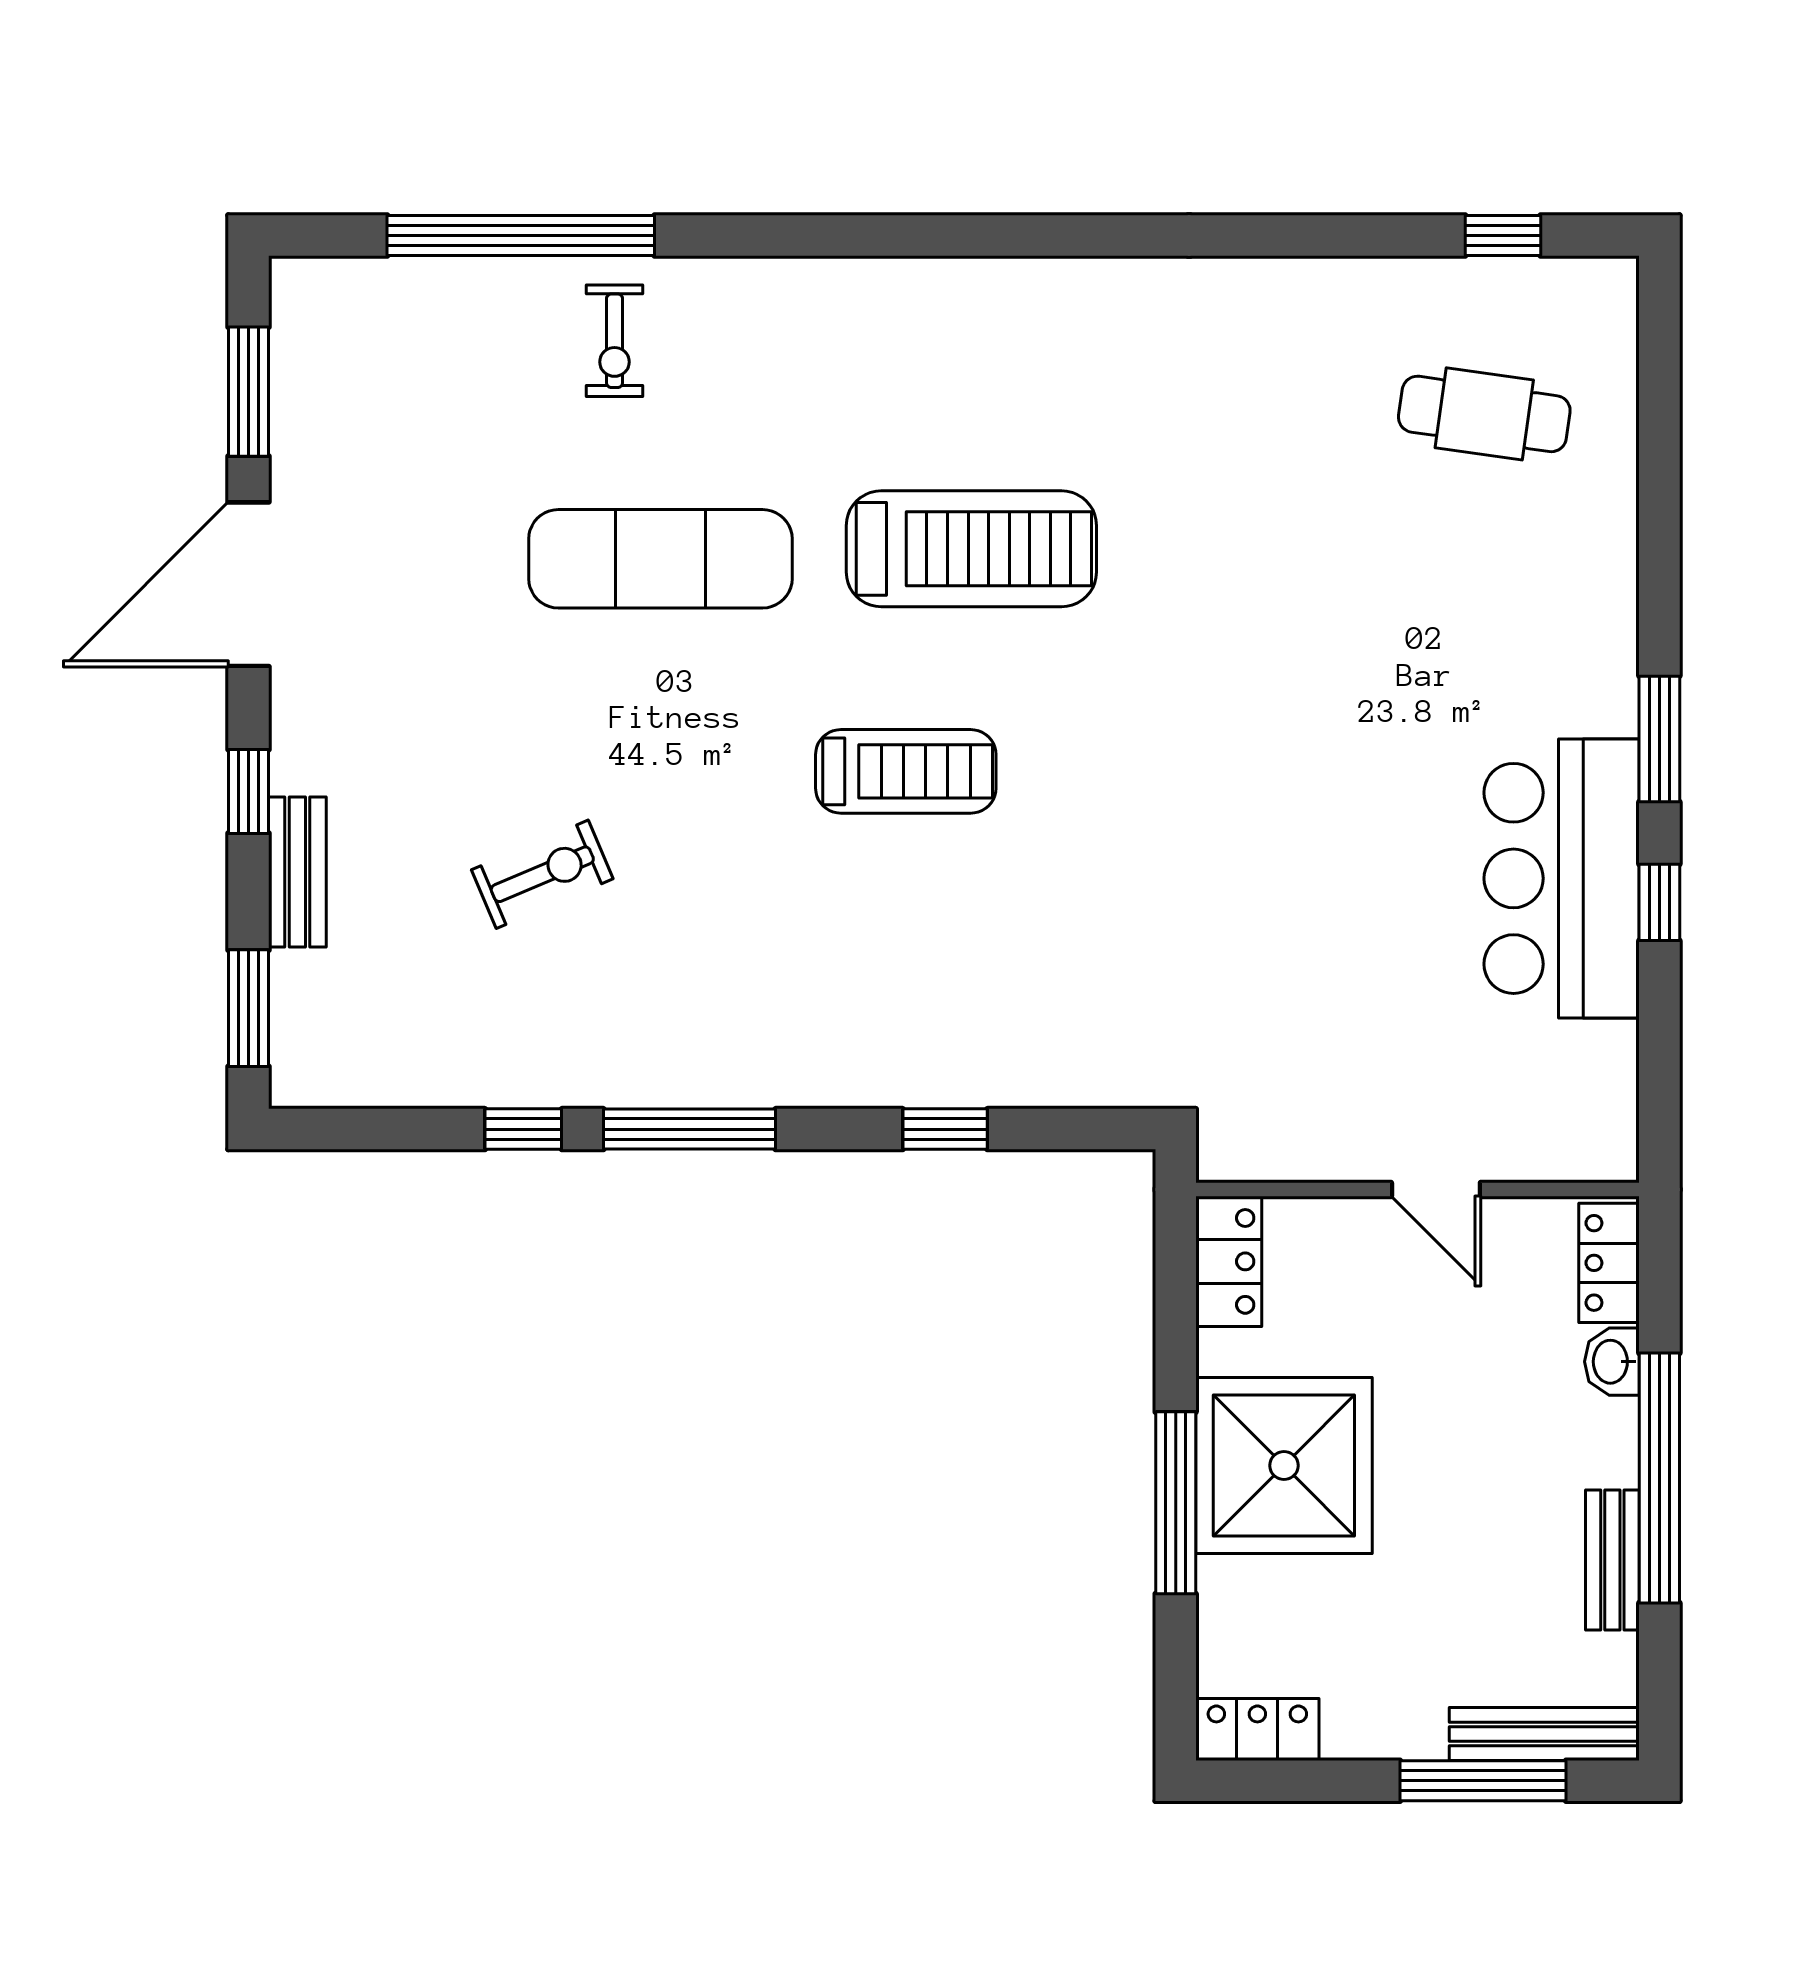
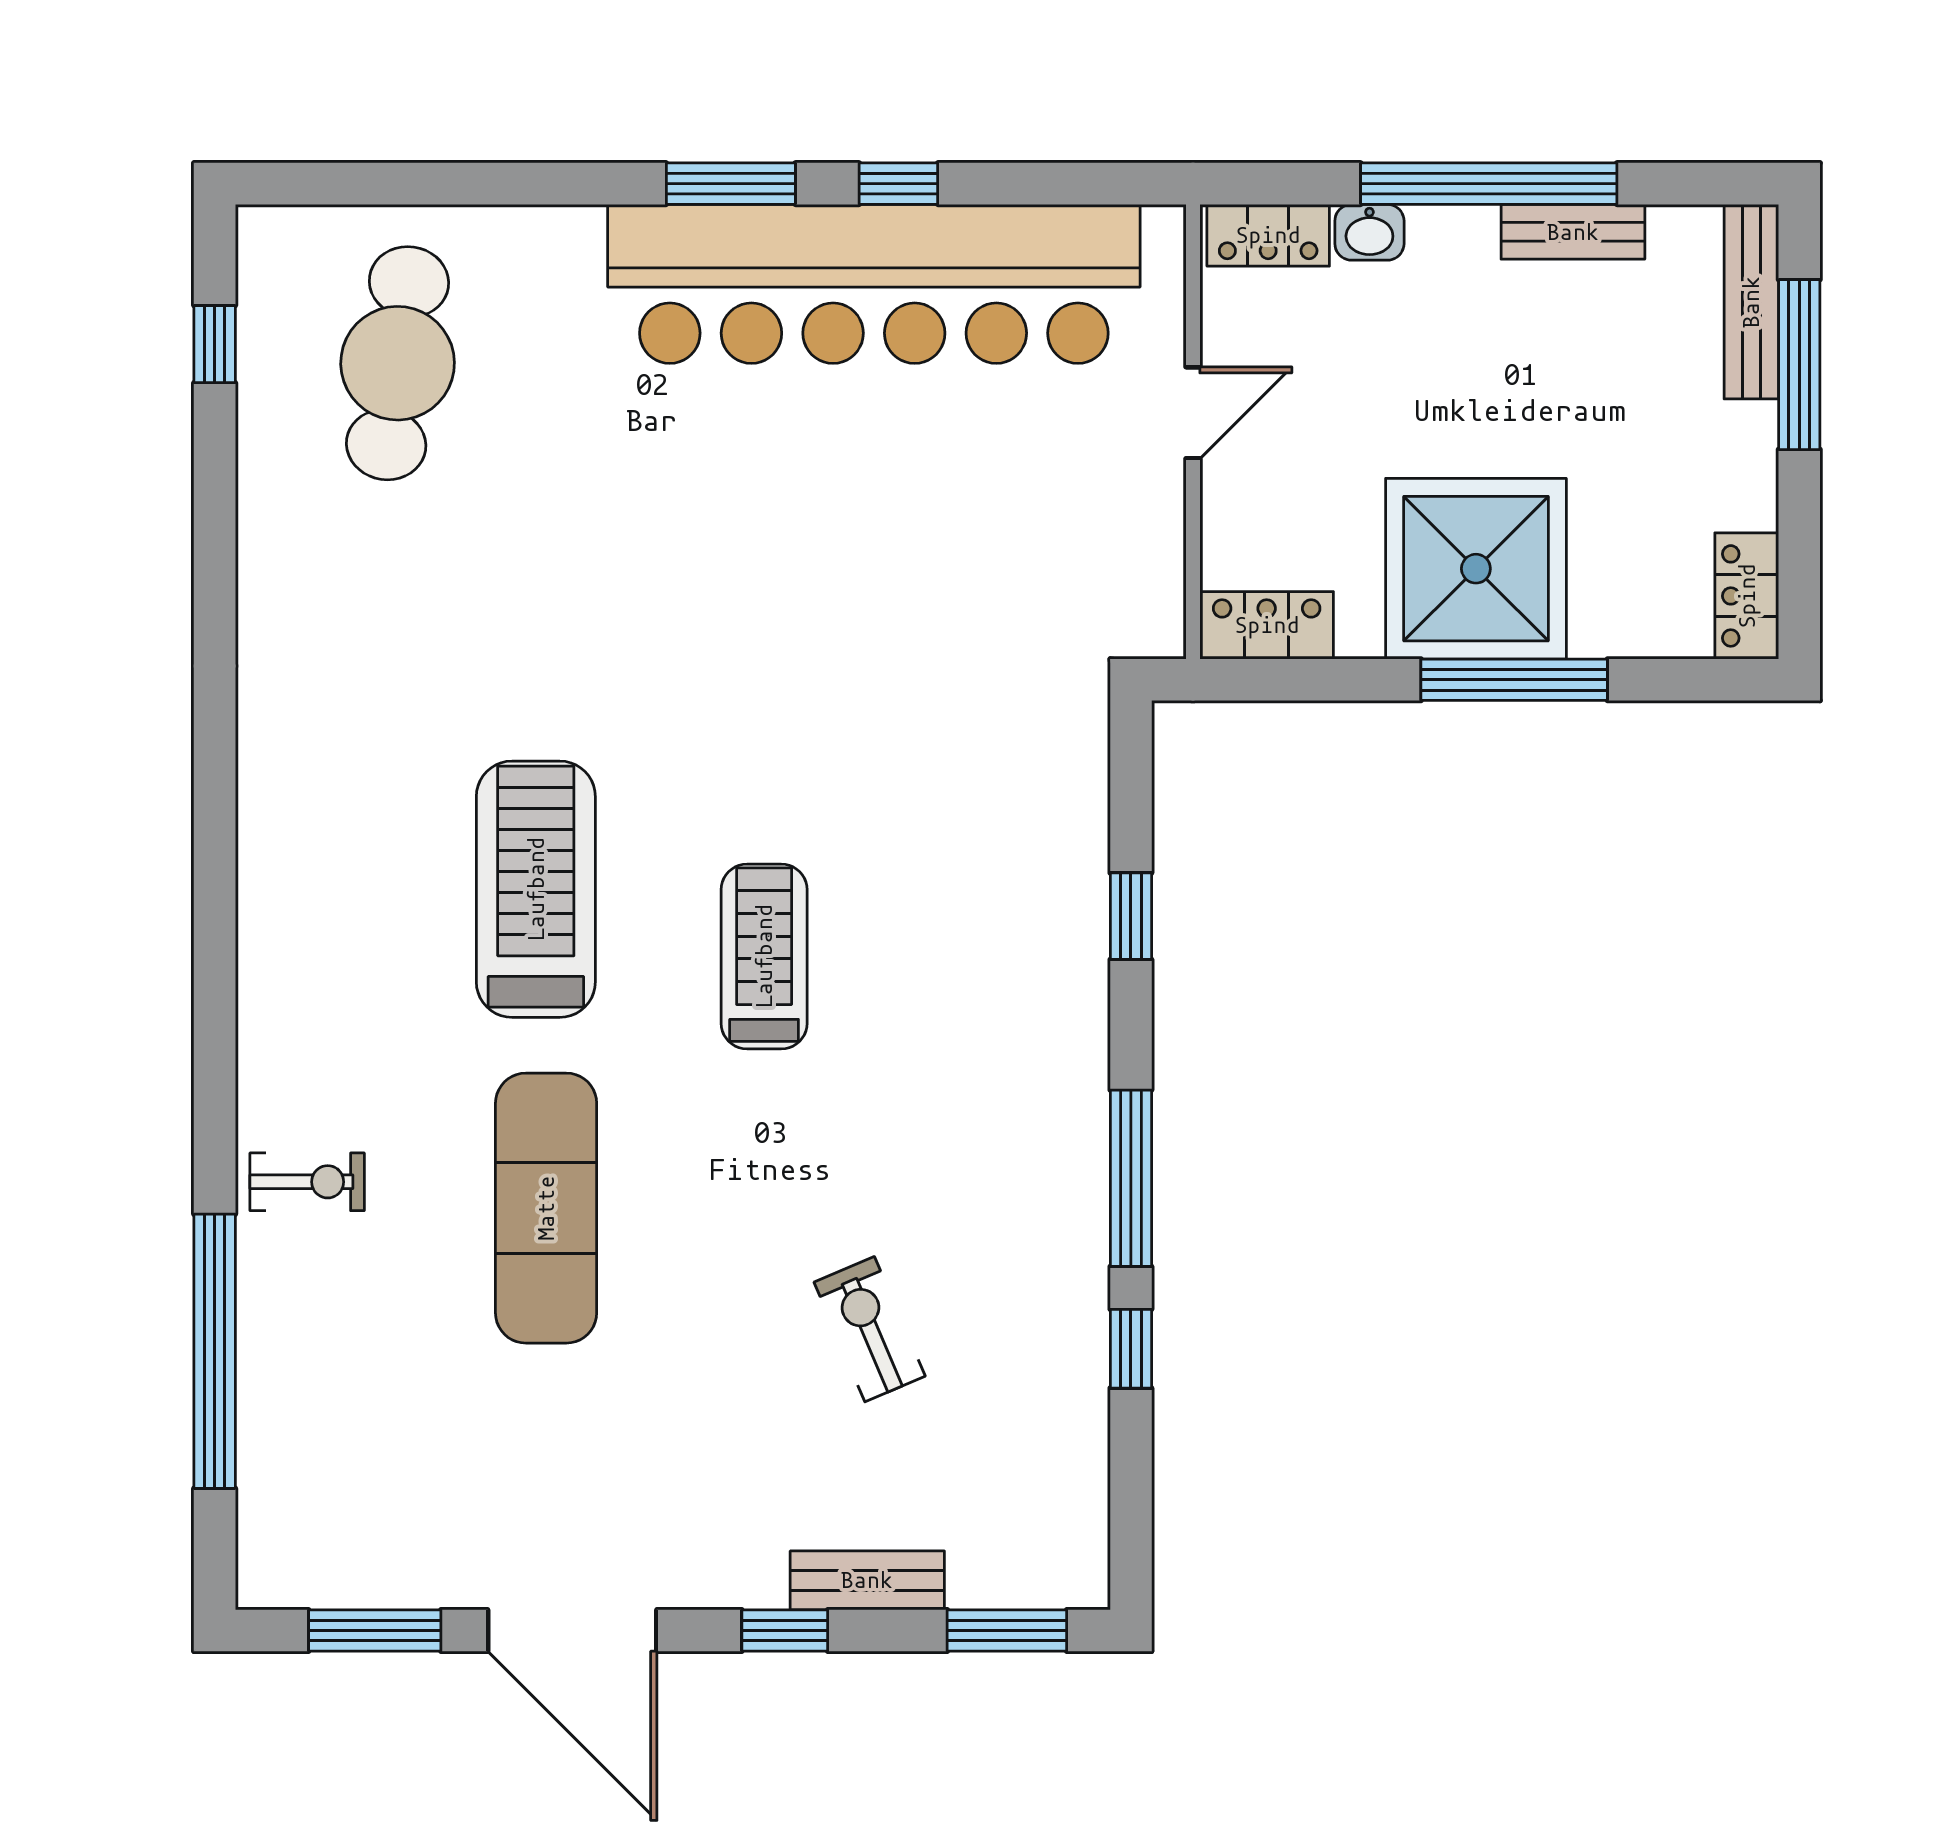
exercise bike: (615, 341) -> (307, 1182), moved
cafe table: (1484, 414) -> (398, 363), width x1.37, depth x1.35
bar counter: (1562, 878) -> (874, 284), width x1.86

